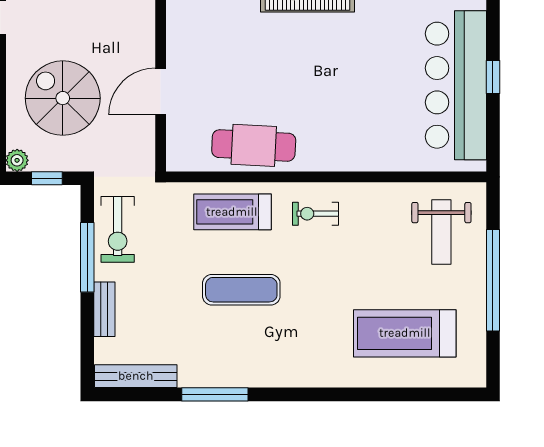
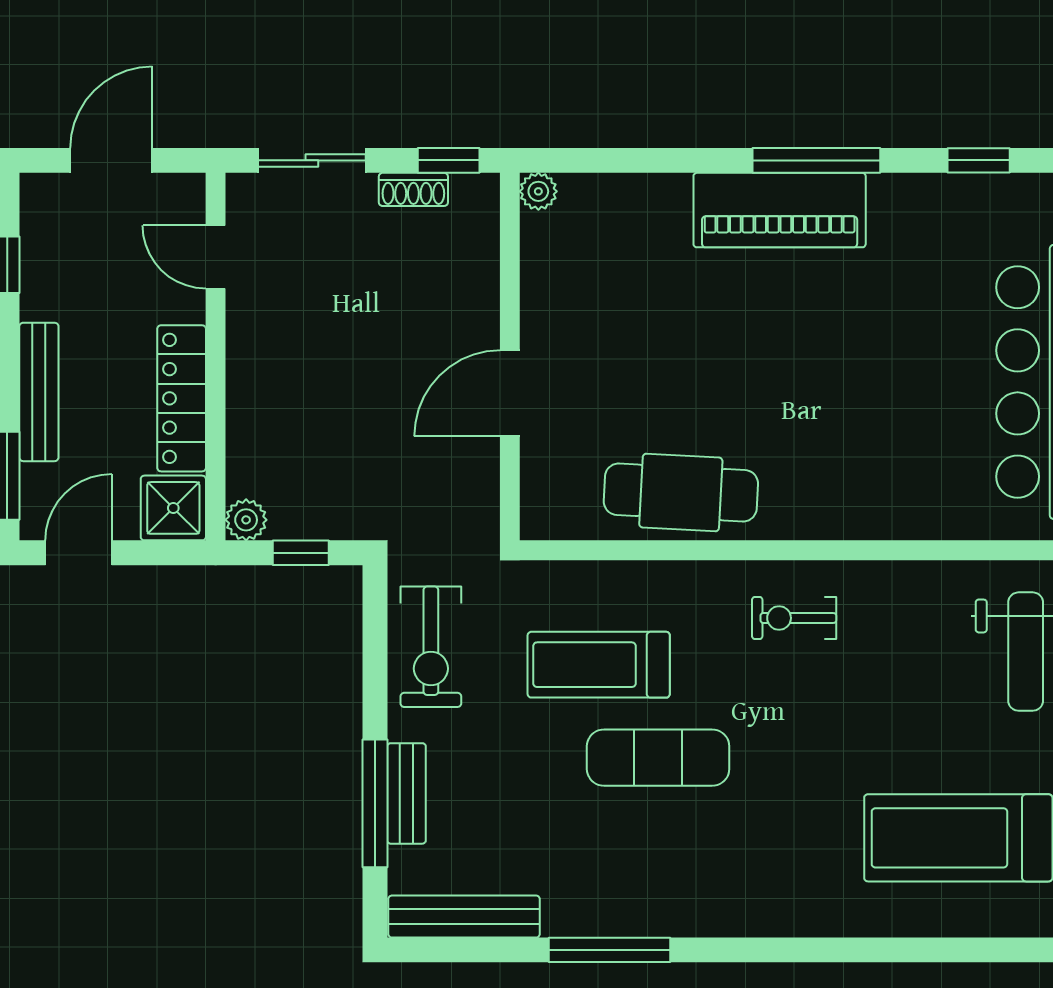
spiral stairs: (63, 98) -> (330, 406), removed
treadmill: (232, 212) -> (599, 665), moved
window: (87, 257) -> (375, 803), moved

